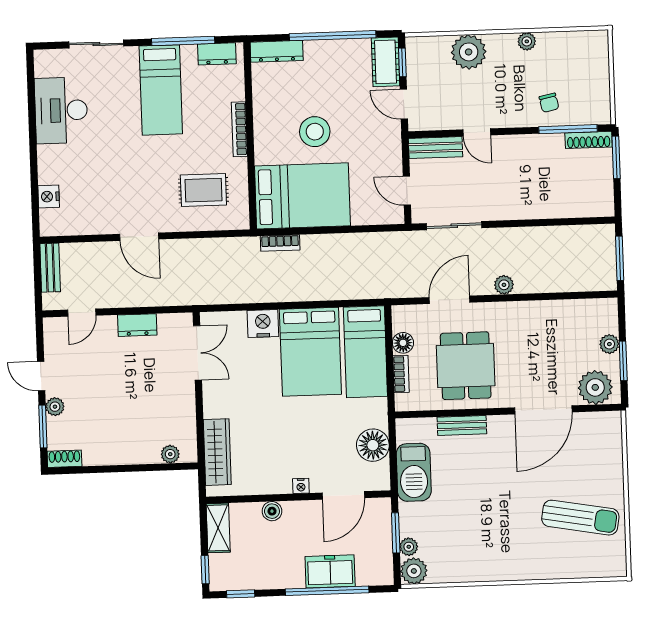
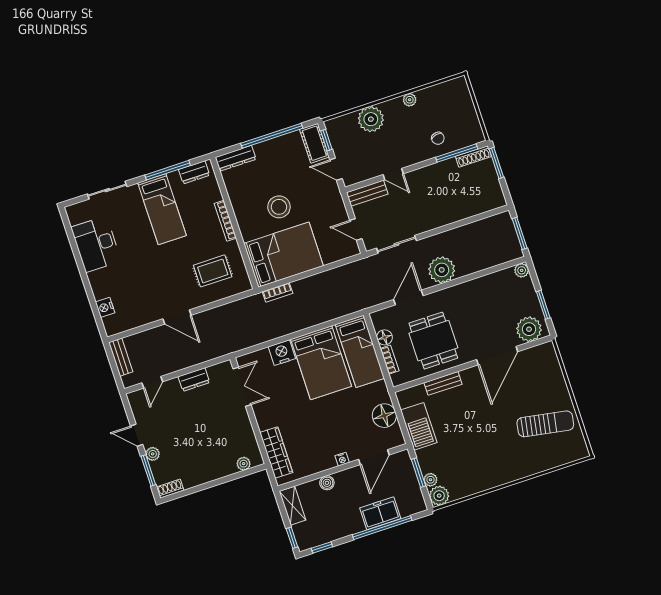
plant: (504, 285) -> (442, 270), width x1.88, depth x1.88
plant: (609, 344) -> (522, 270), moved

